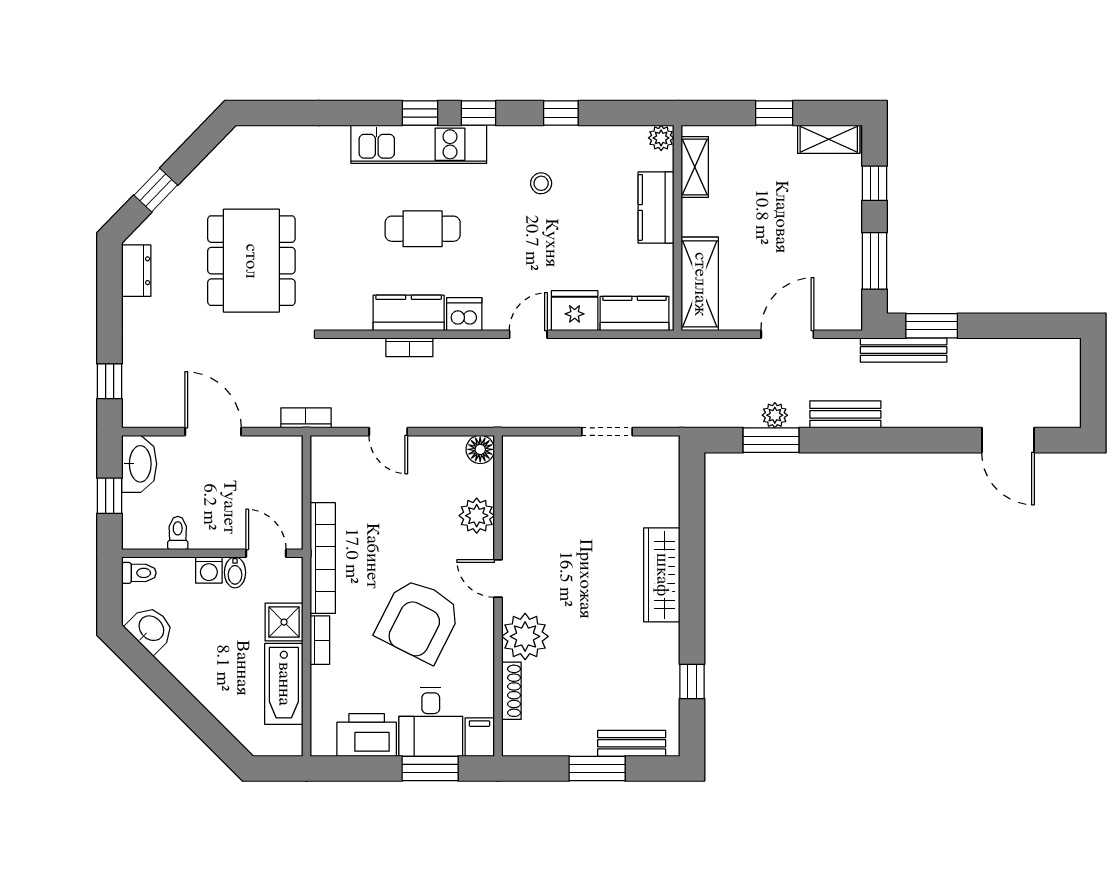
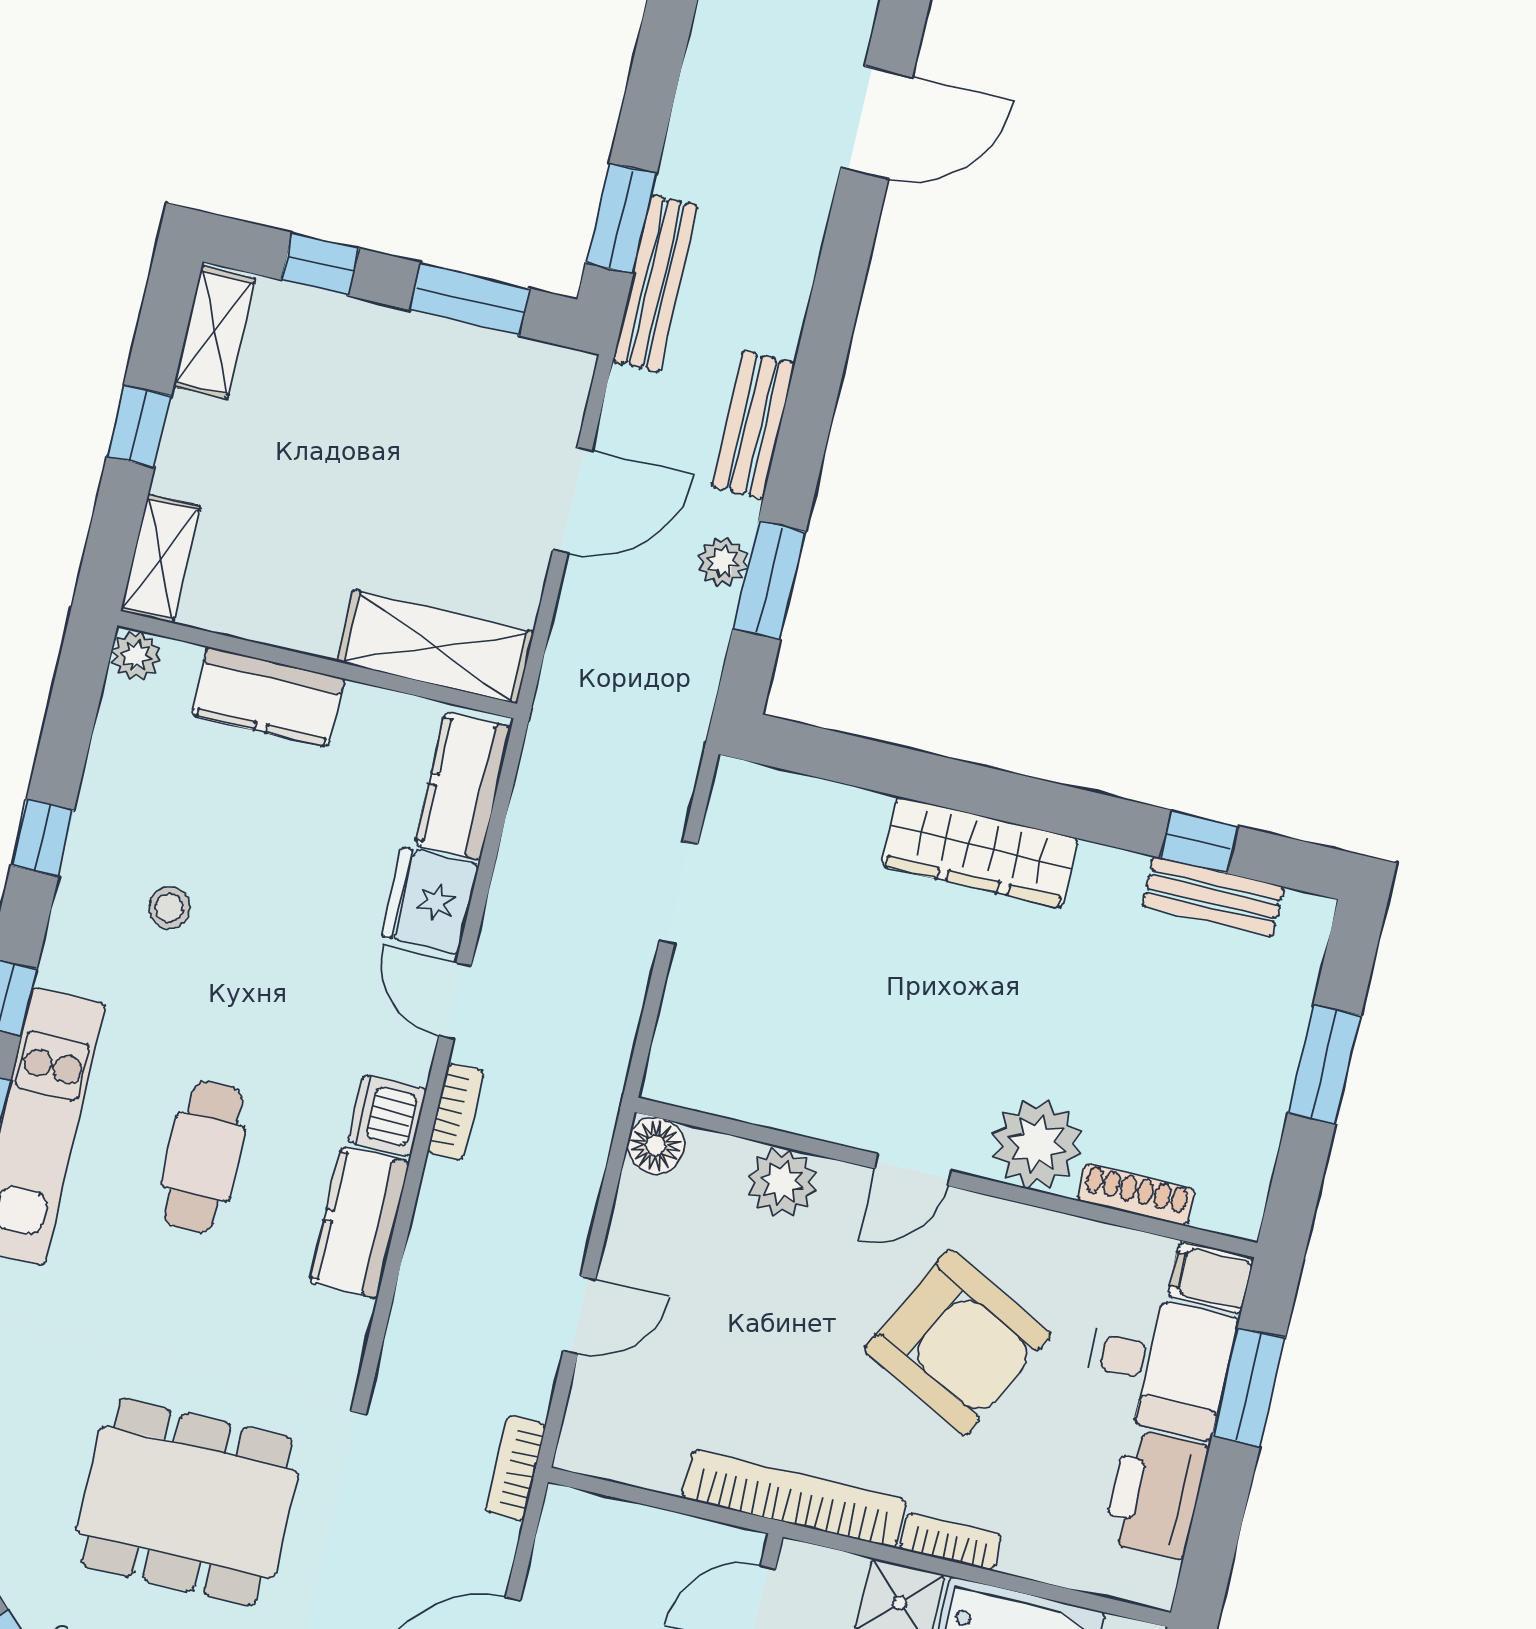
shelving: (695, 167) -> (160, 559), moved, turned 90
door: (787, 334) -> (572, 501), swing flipped
bookcase: (409, 347) -> (456, 1112), moved
bench: (632, 743) -> (1213, 896), moved, turned 90

